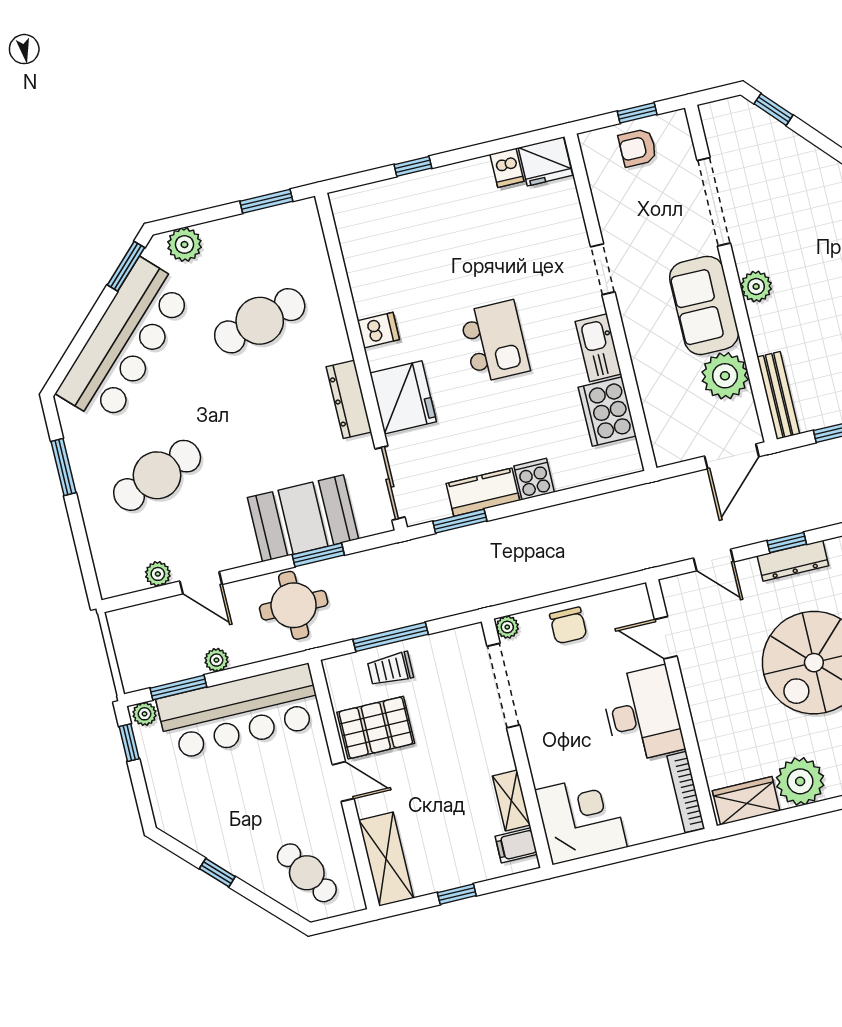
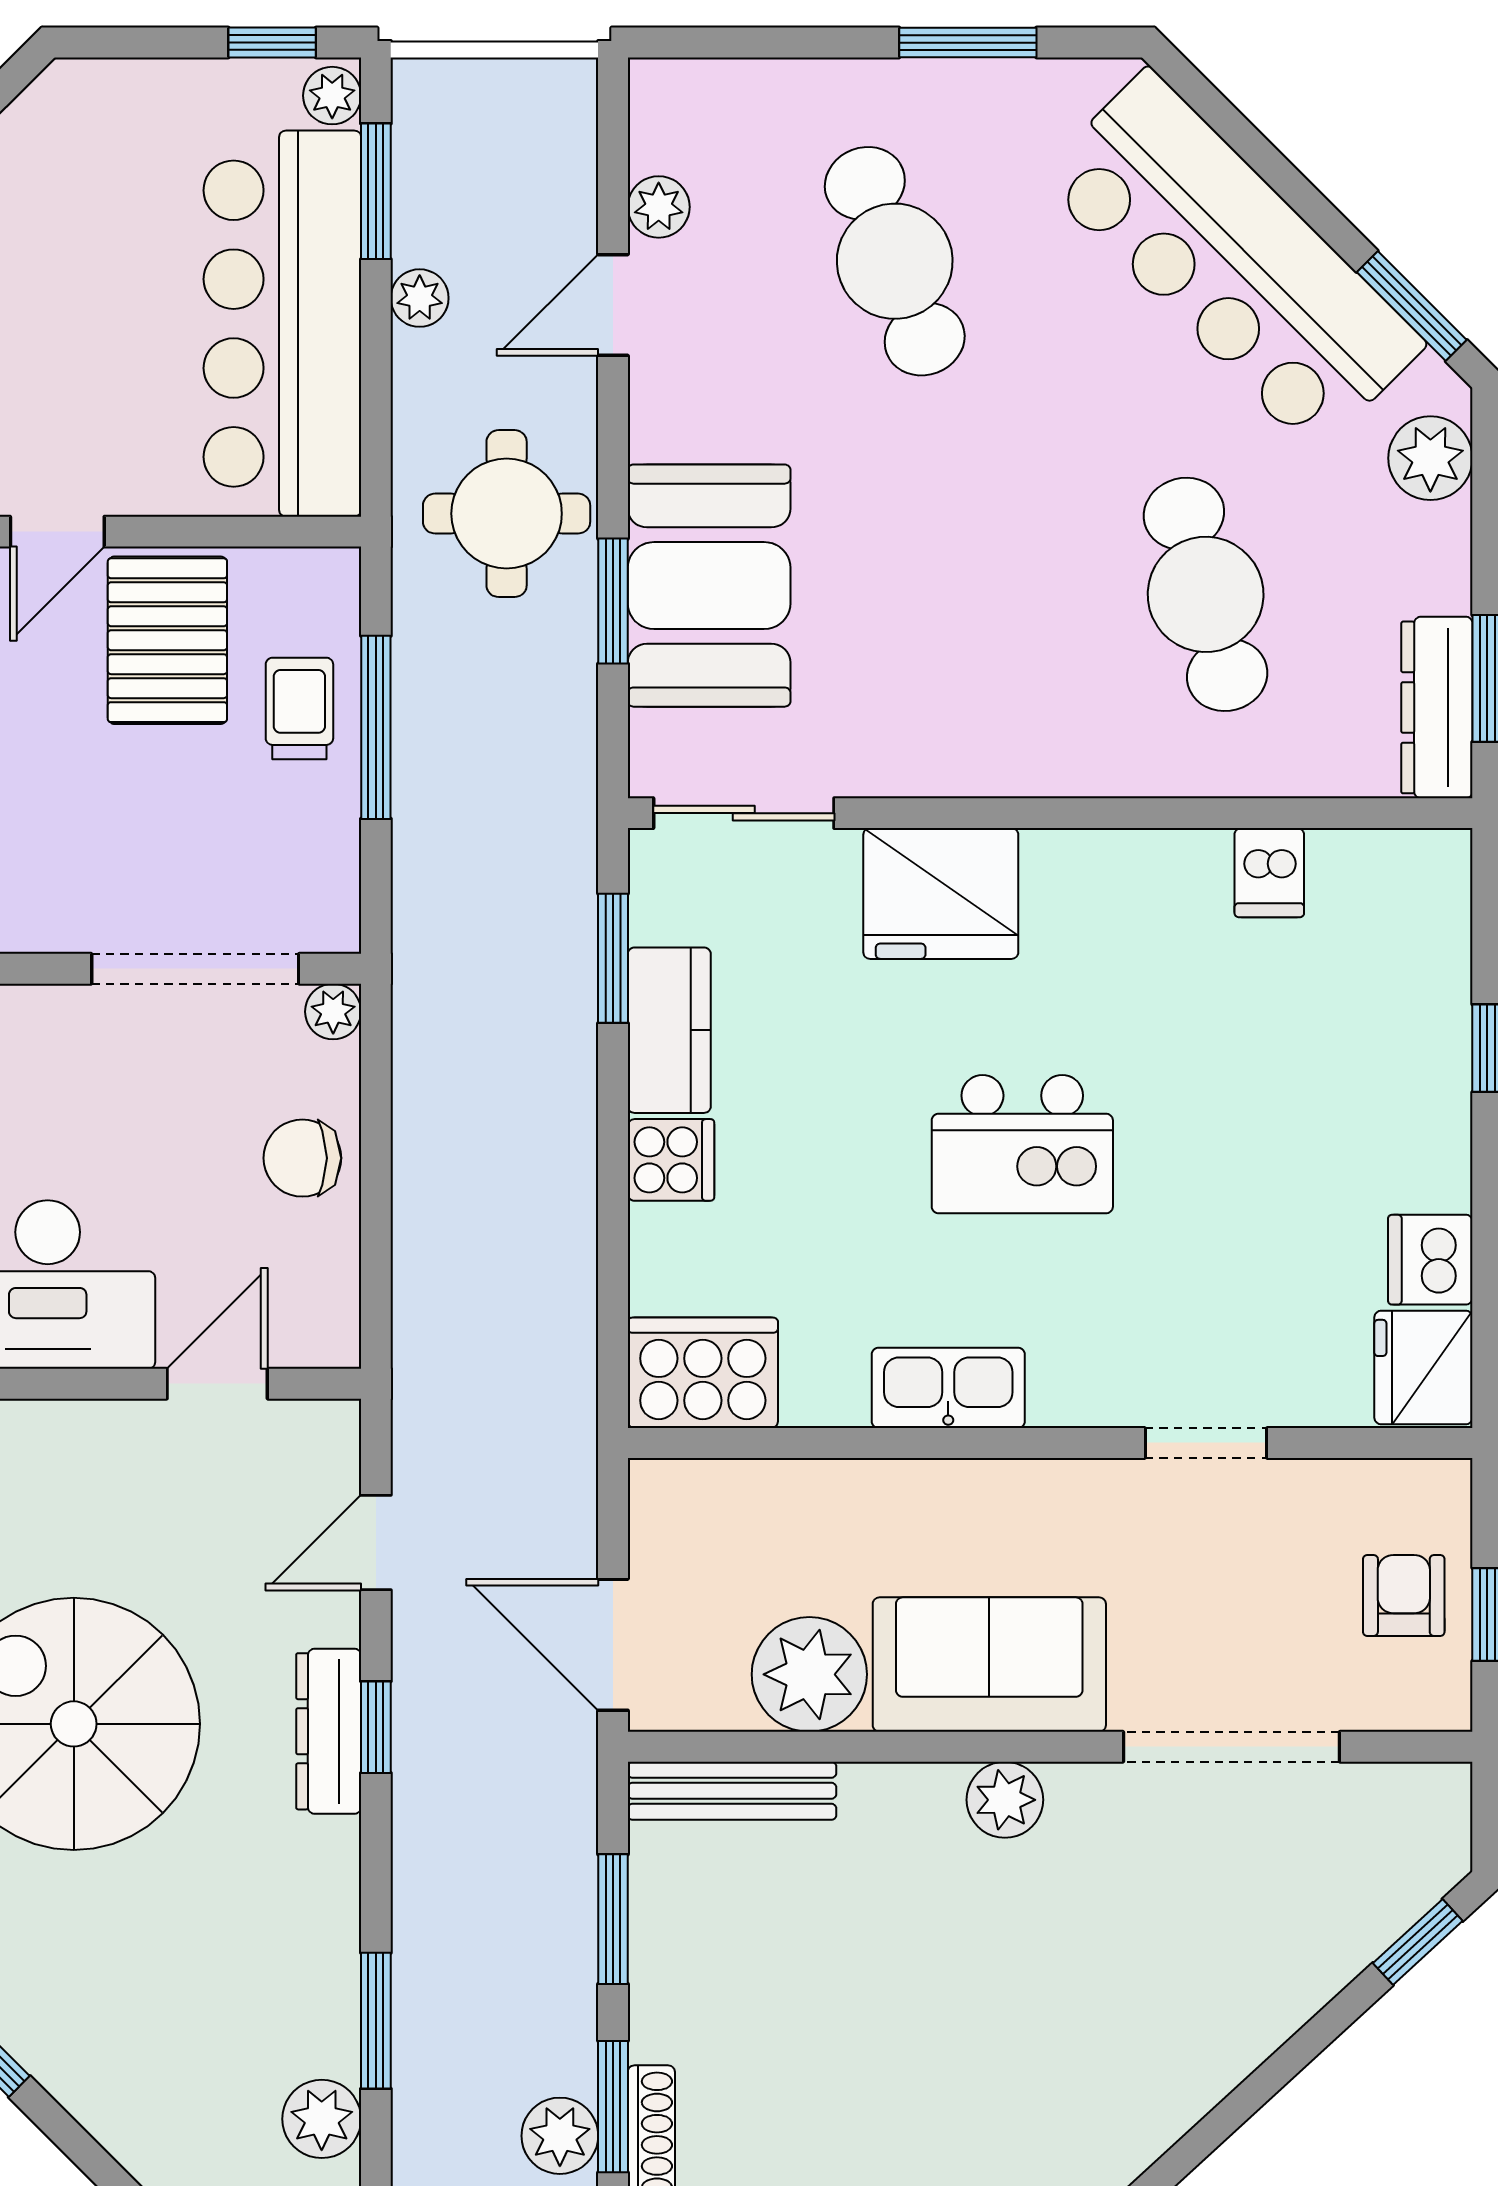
dishwasher: (507, 168) -> (1430, 1260), width x1.38
doorway: (603, 269) -> (1206, 1443), moved
dishwasher: (378, 330) -> (1269, 873), moved
dresser: (349, 399) -> (1437, 707), moved, turned -90
cooker: (607, 412) -> (703, 1373), moved

